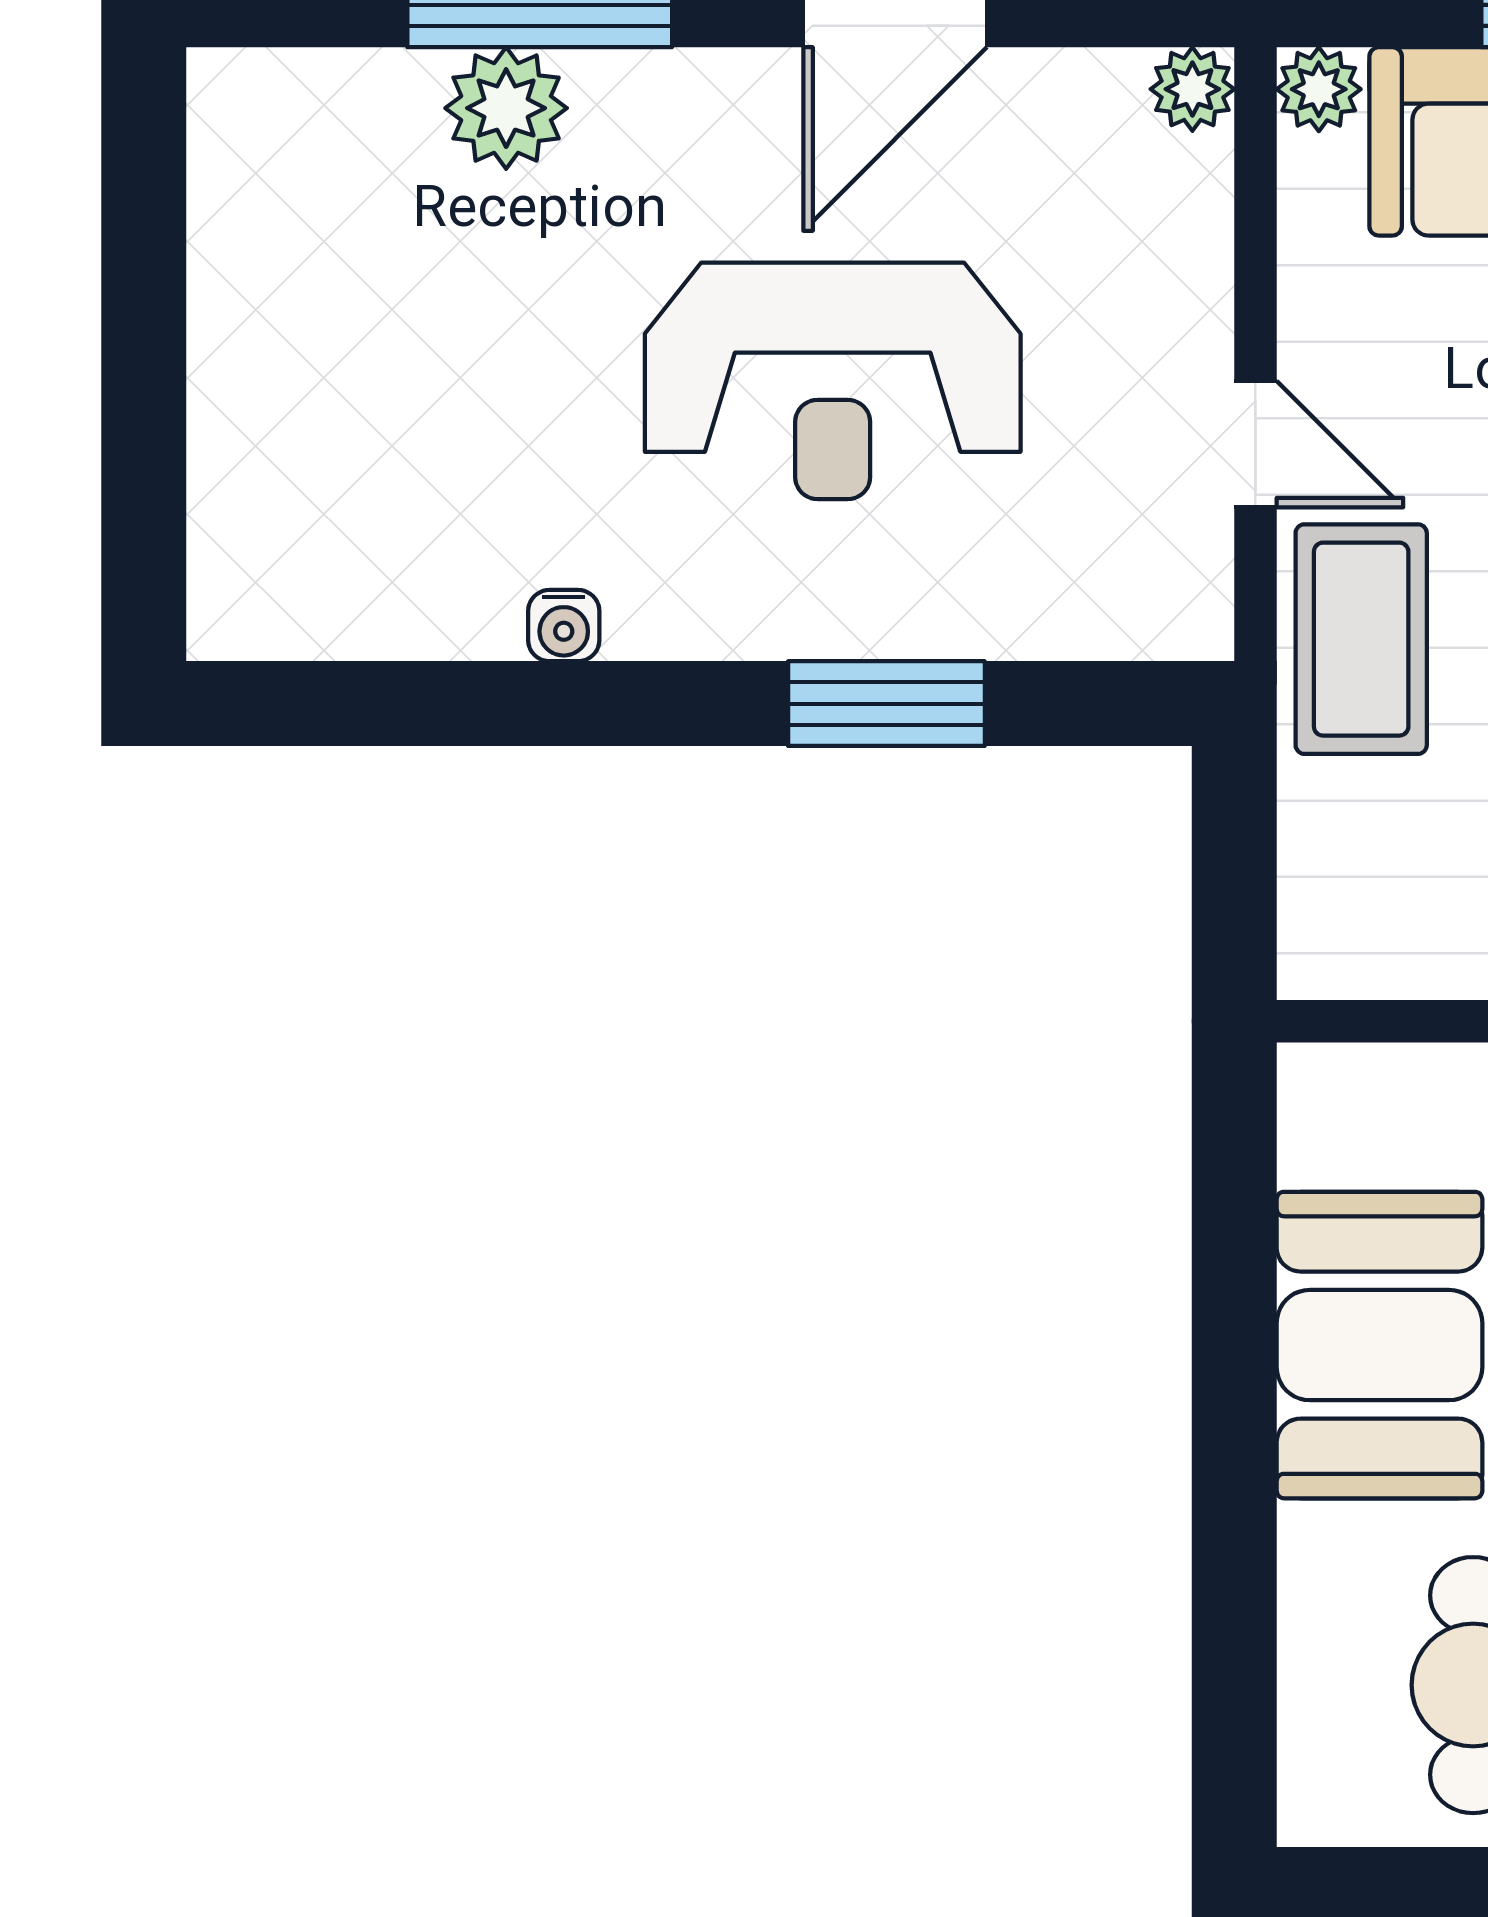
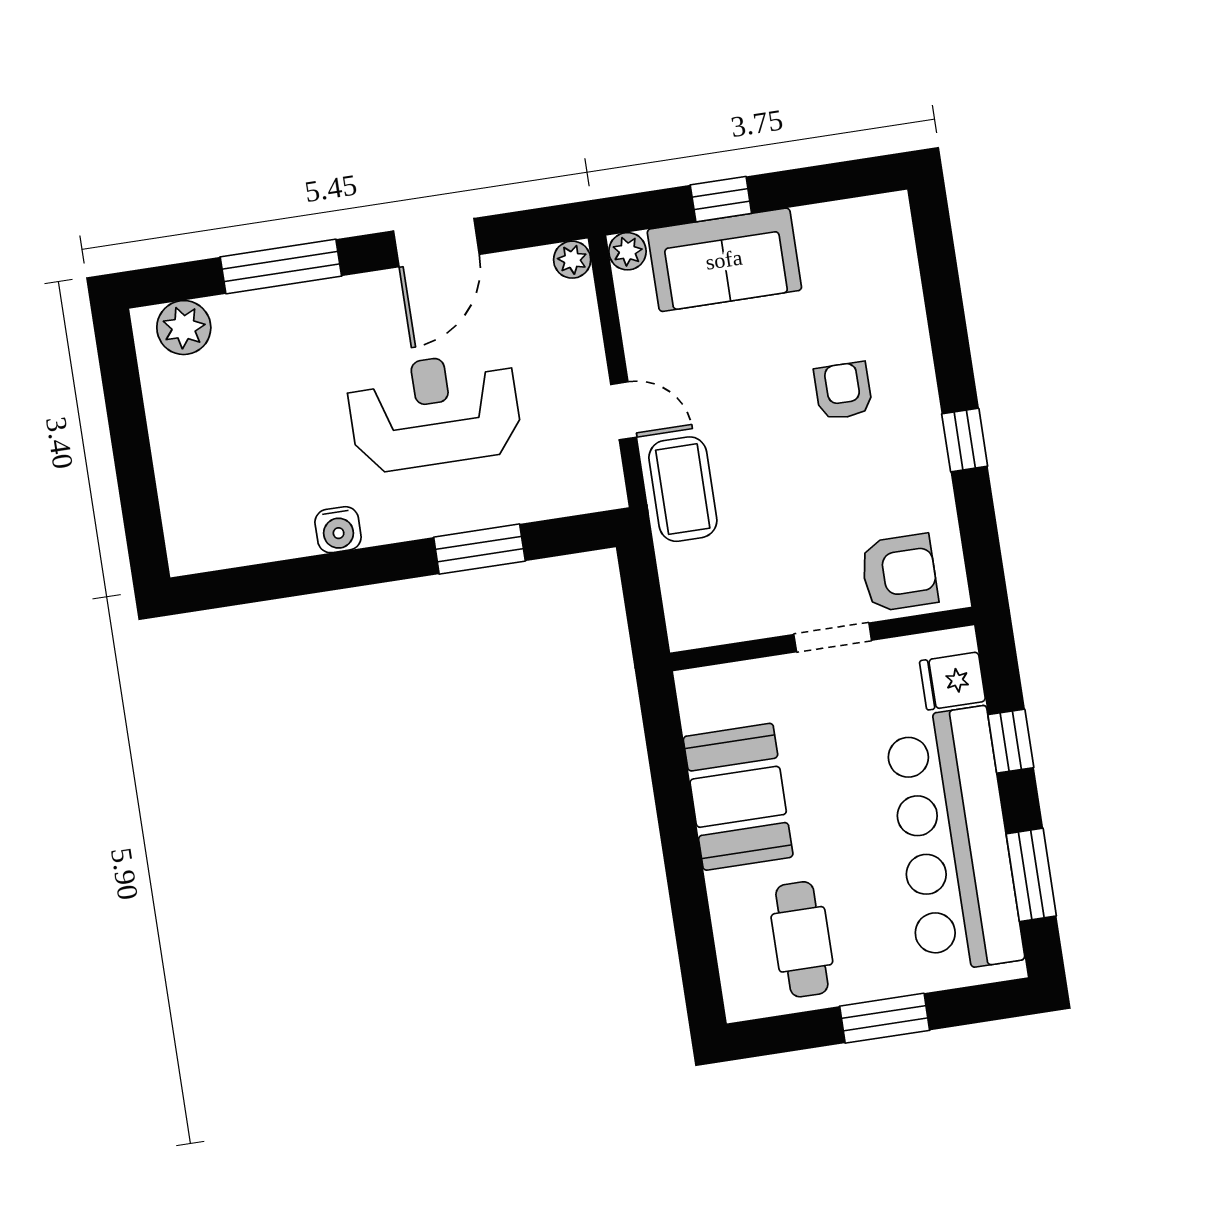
plant: (506, 108) -> (184, 328), moved
reception desk: (833, 381) -> (434, 411), turned 180
water cooler: (564, 626) -> (338, 530), width x1.38, depth x1.38

